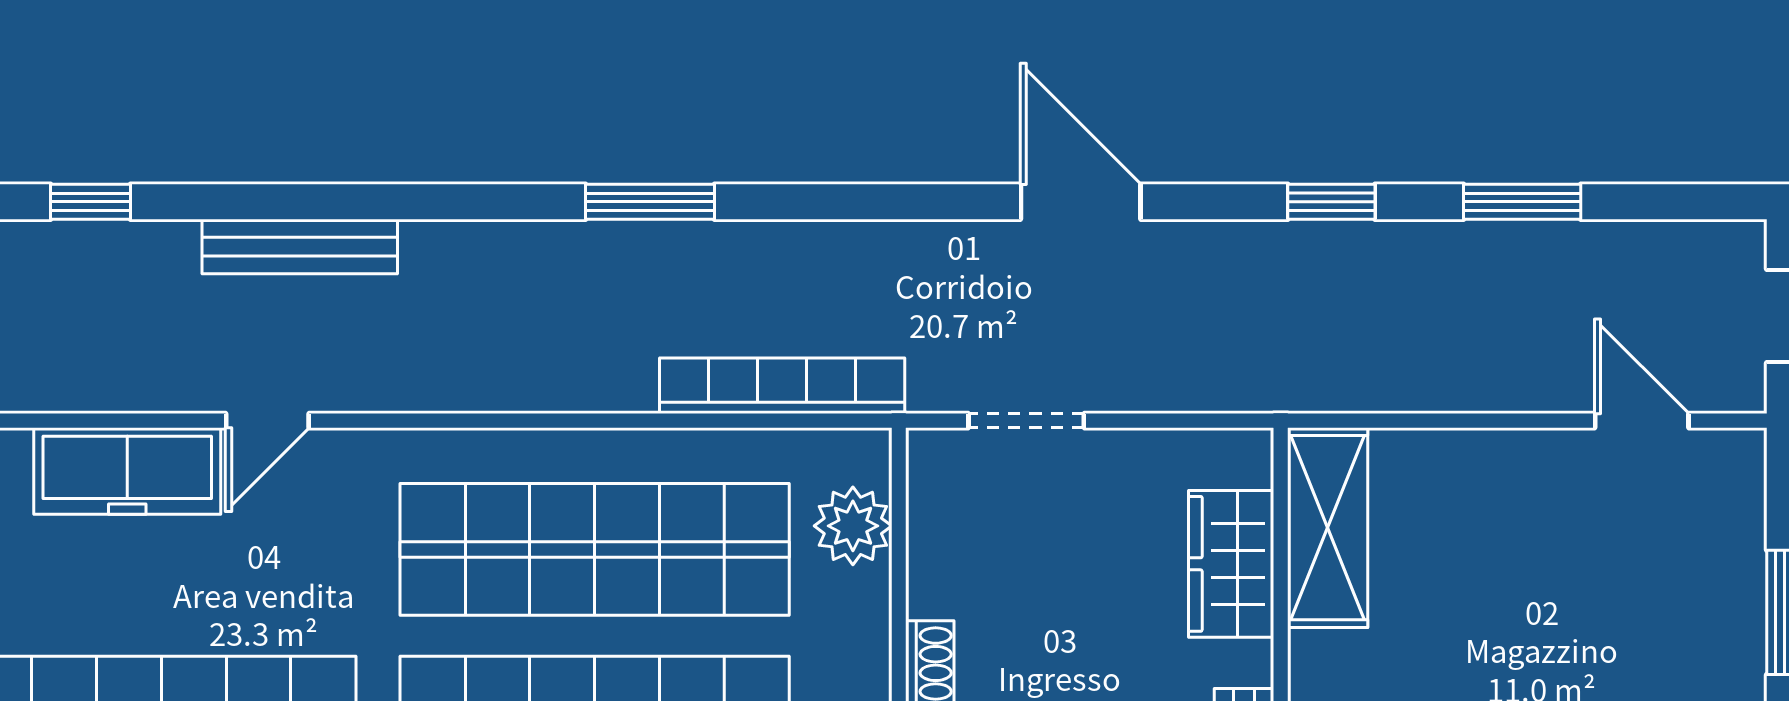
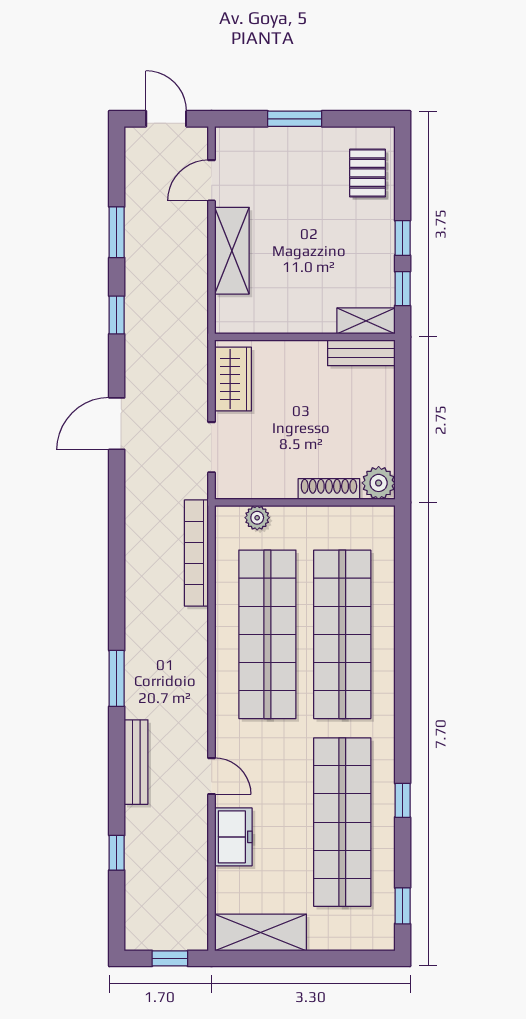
window: (650, 202) -> (117, 678), moved
freezer: (127, 471) -> (233, 837), width x0.71
plant: (853, 526) -> (257, 518), width x0.73, depth x0.73
shelving: (1328, 528) -> (232, 251), moved, turned 90
wardrobe: (1231, 564) -> (233, 379), moved, turned -90

